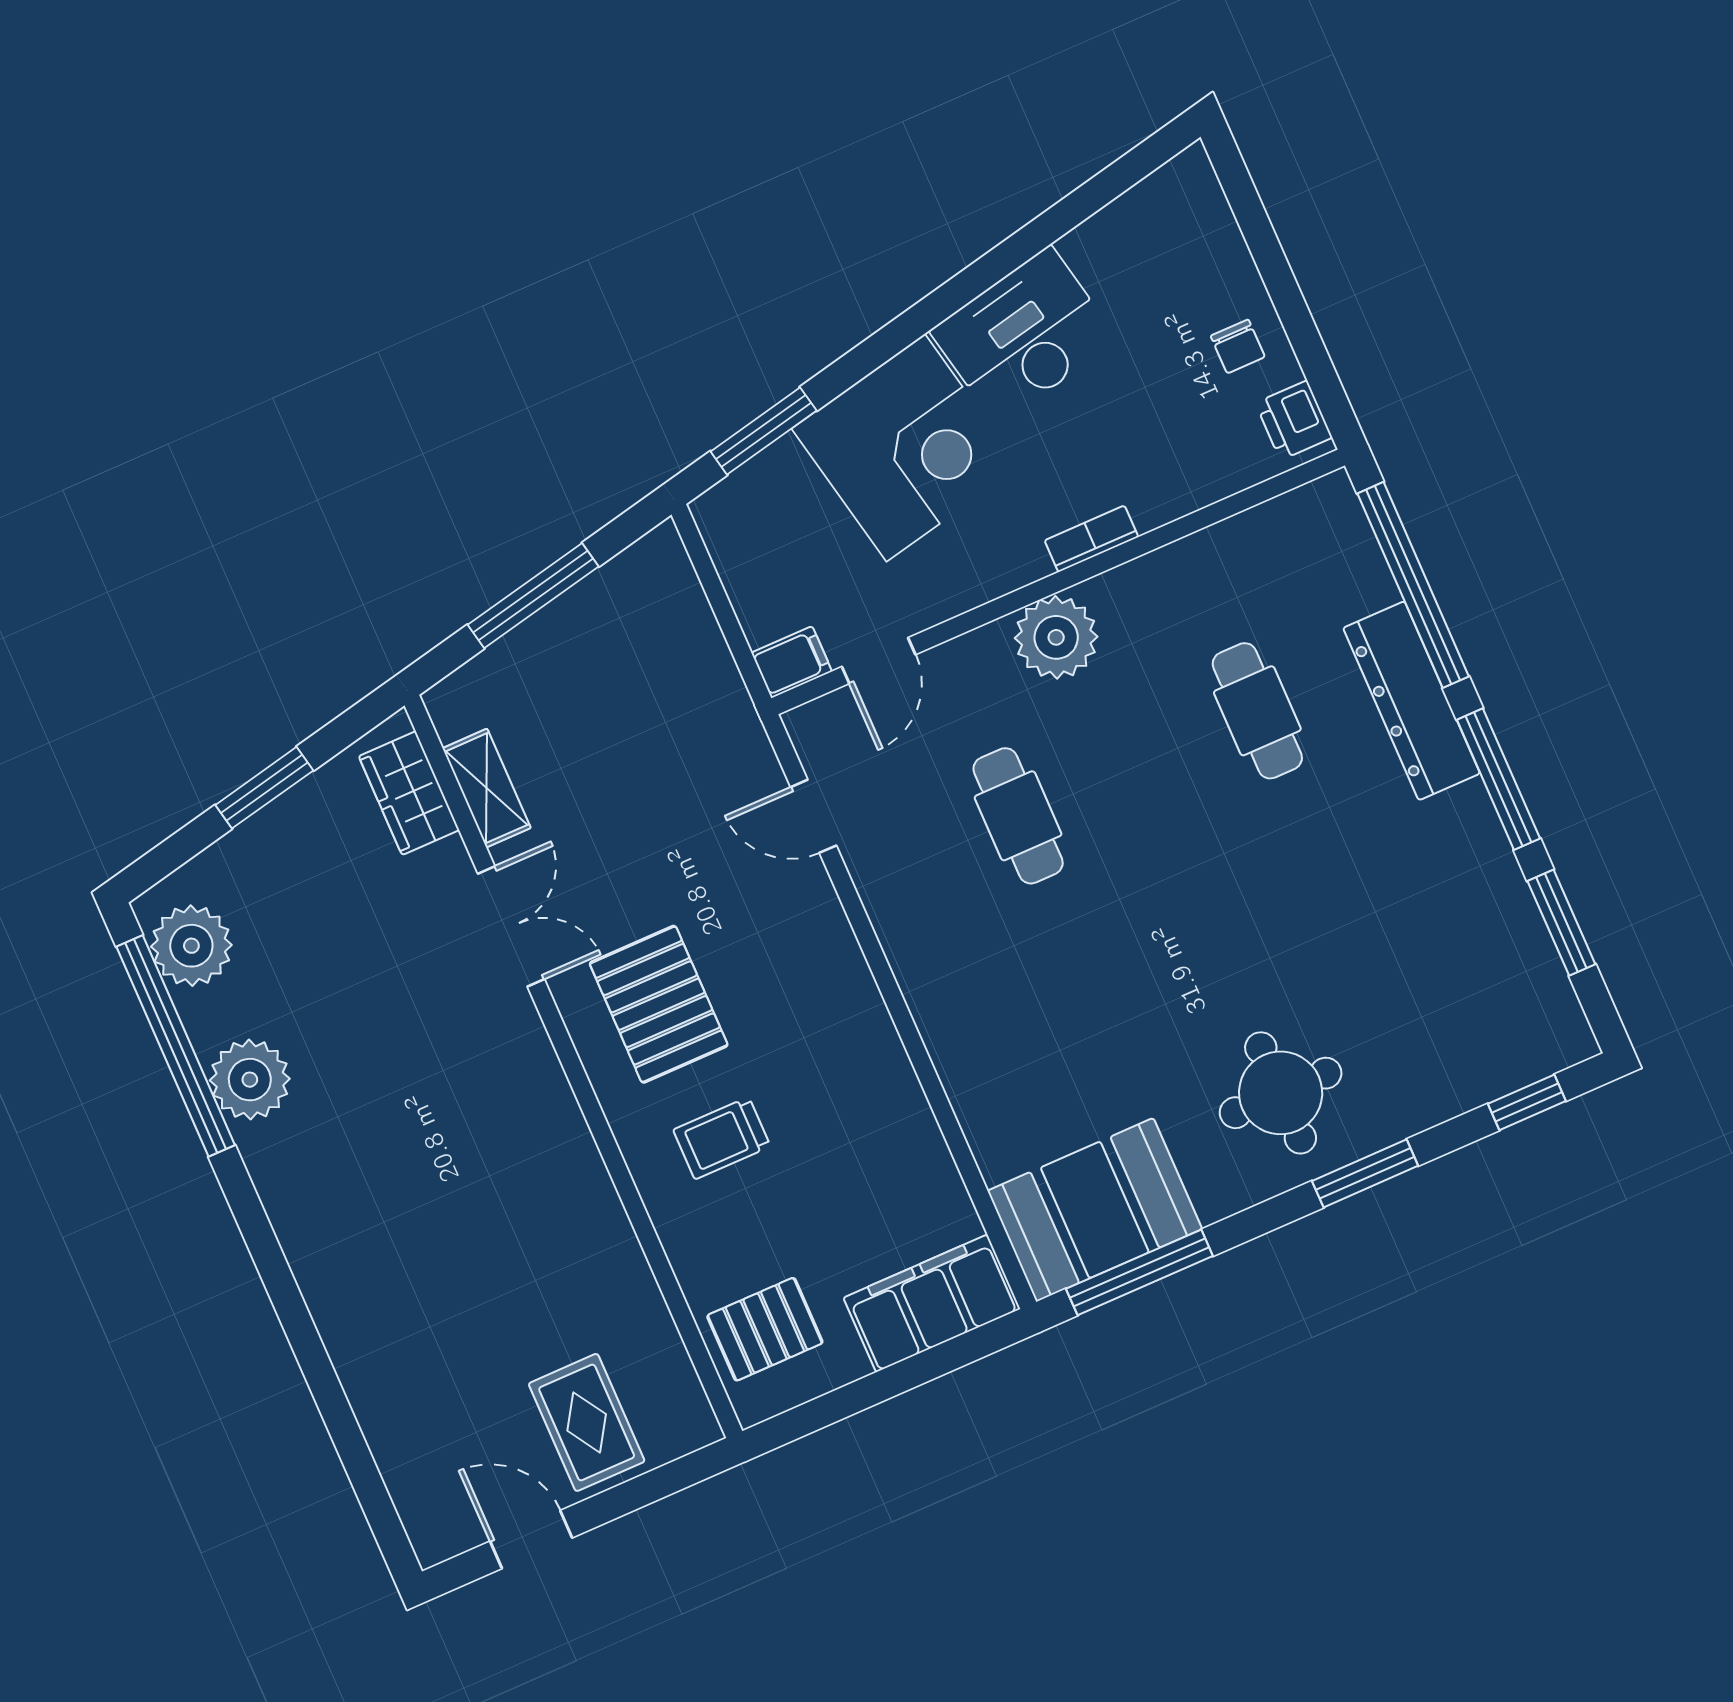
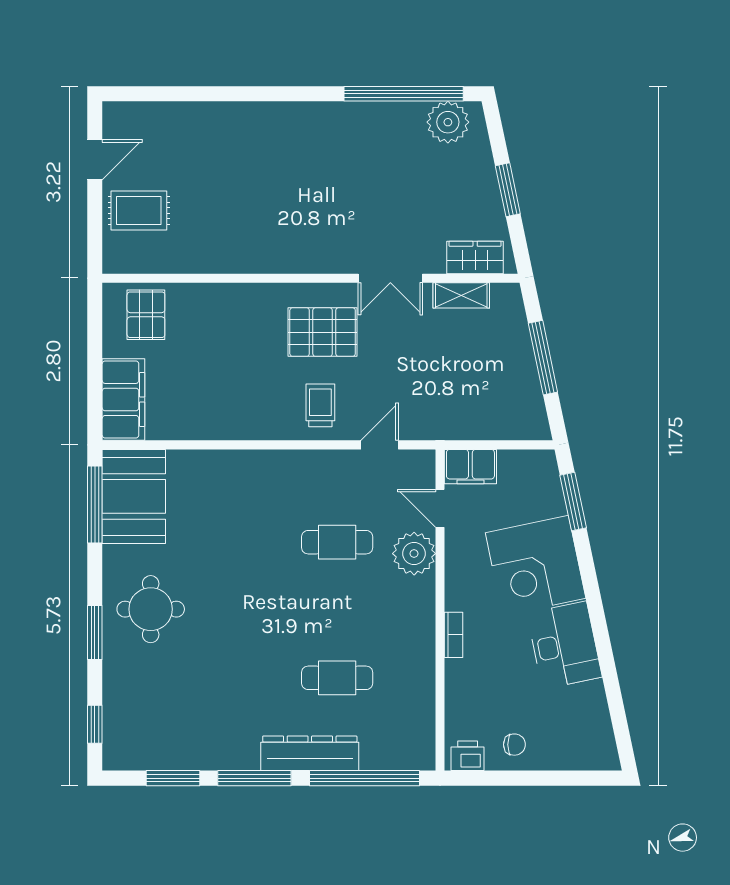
chair: (1238, 346) -> (514, 745), turned 180
plant: (1056, 637) -> (414, 554), moved
filing cabinet: (792, 662) -> (470, 467), width x2.00
plant: (250, 1080) -> (372, 122), removed
trolley: (722, 1138) -> (320, 405), moved

